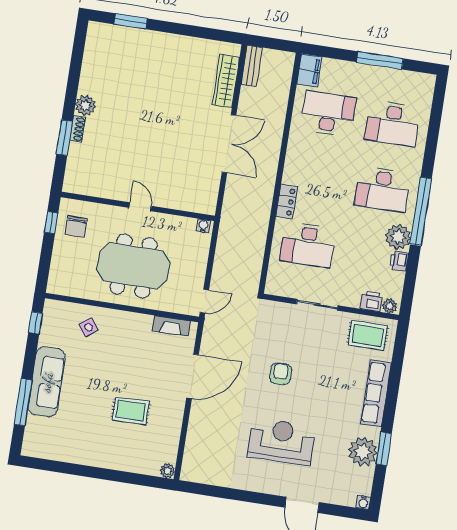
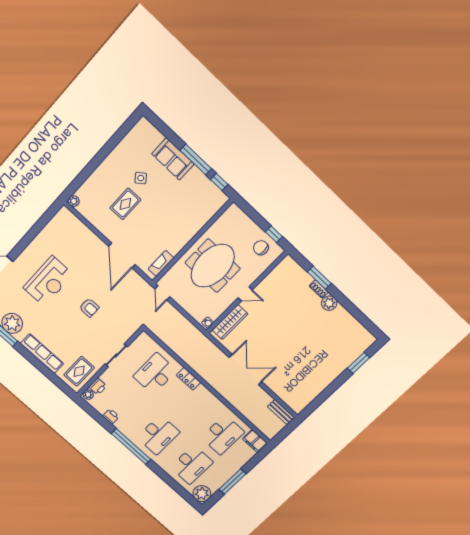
wardrobe: (226, 81) -> (230, 322), moved, turned 90
desk: (393, 124) -> (192, 465), turned 180
double door: (229, 144) -> (245, 370), swing flipped
desk: (382, 189) -> (158, 435), turned 180
plant: (398, 237) -> (202, 494), moved
side table: (89, 327) -> (141, 178), moved
sofa: (47, 382) -> (173, 159), width x0.73
window: (23, 402) -> (196, 160), moved

